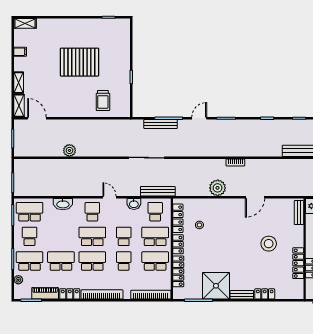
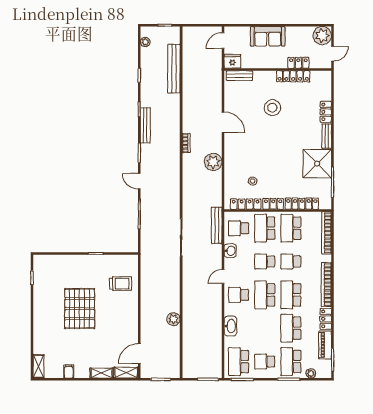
bench: (161, 124) -> (145, 125), moved

